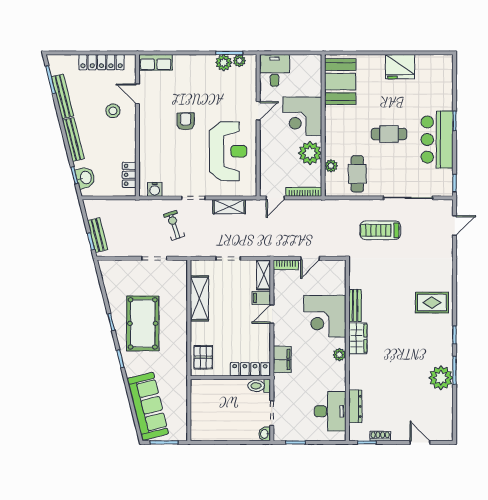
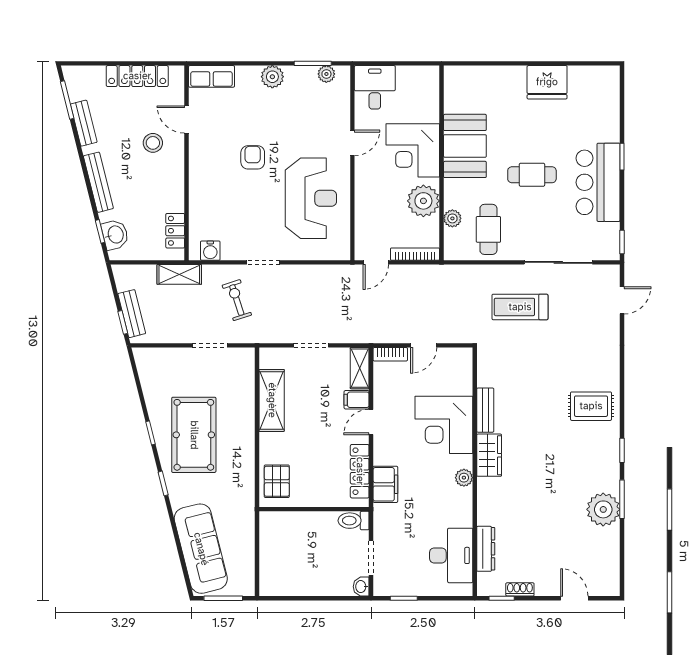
plant: (224, 63) -> (272, 77), moved
booth: (340, 82) -> (465, 146), moved
bench: (63, 96) -> (84, 123), width x0.73
shelving: (229, 207) -> (179, 274), moved
locker: (250, 369) -> (360, 471), moved, turned -90

